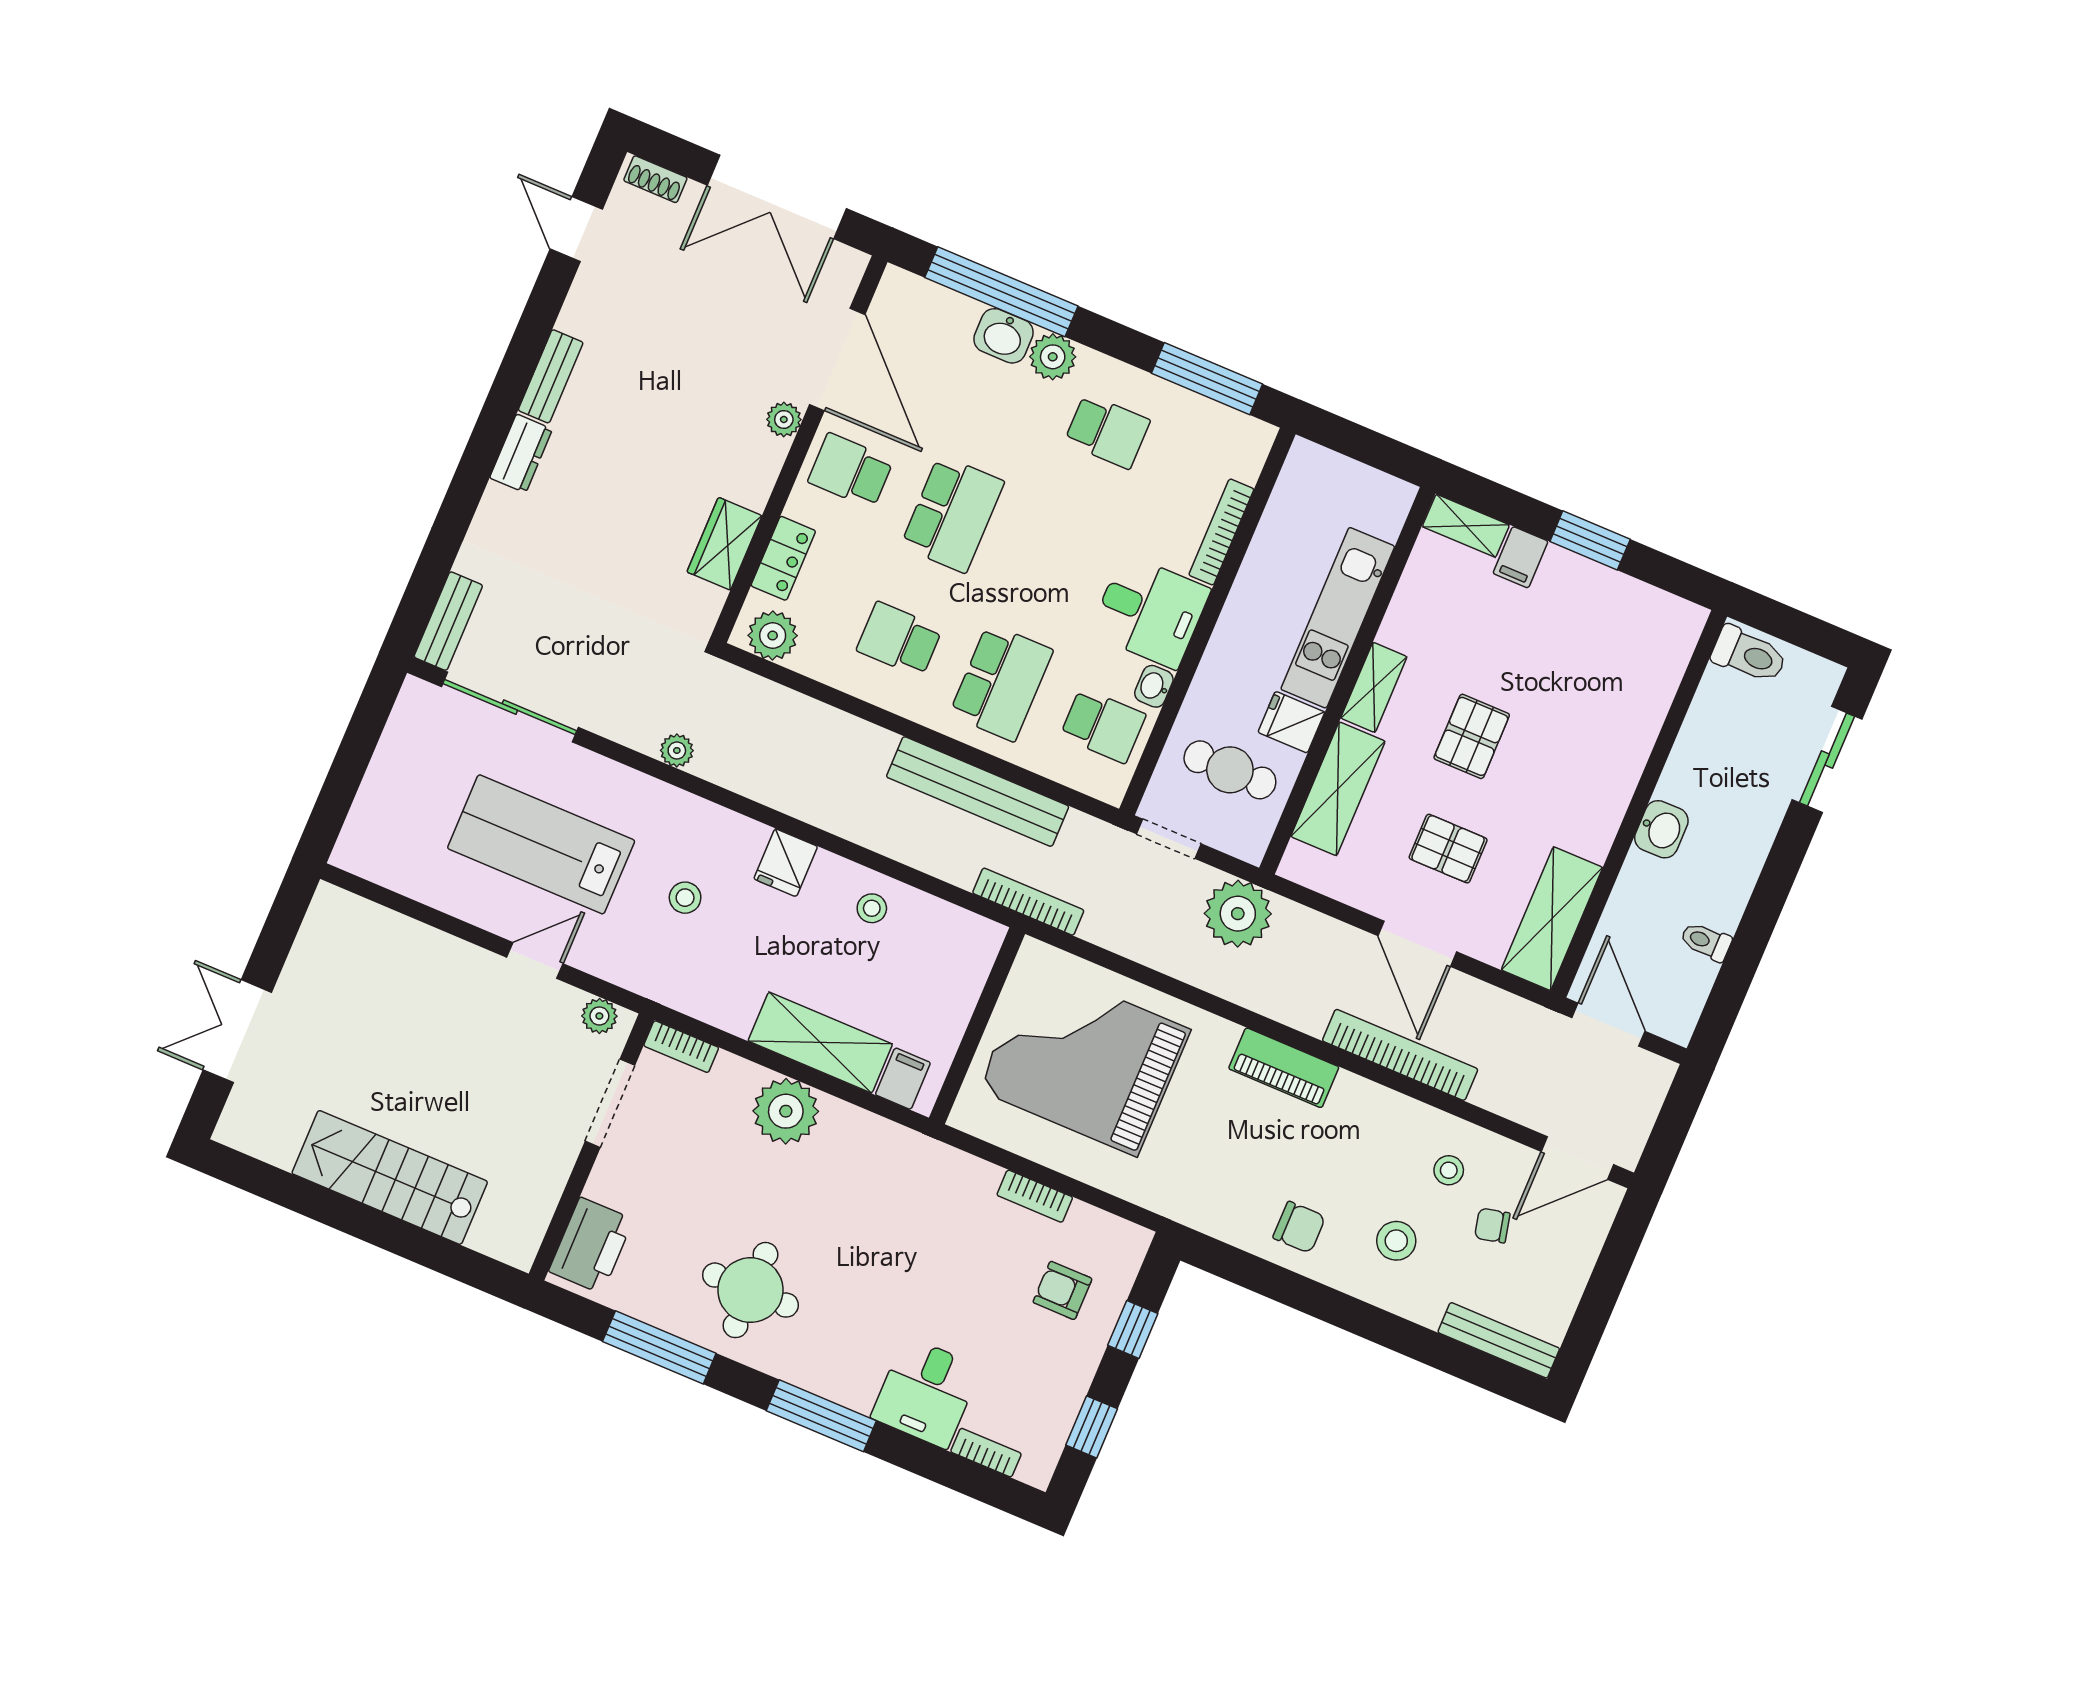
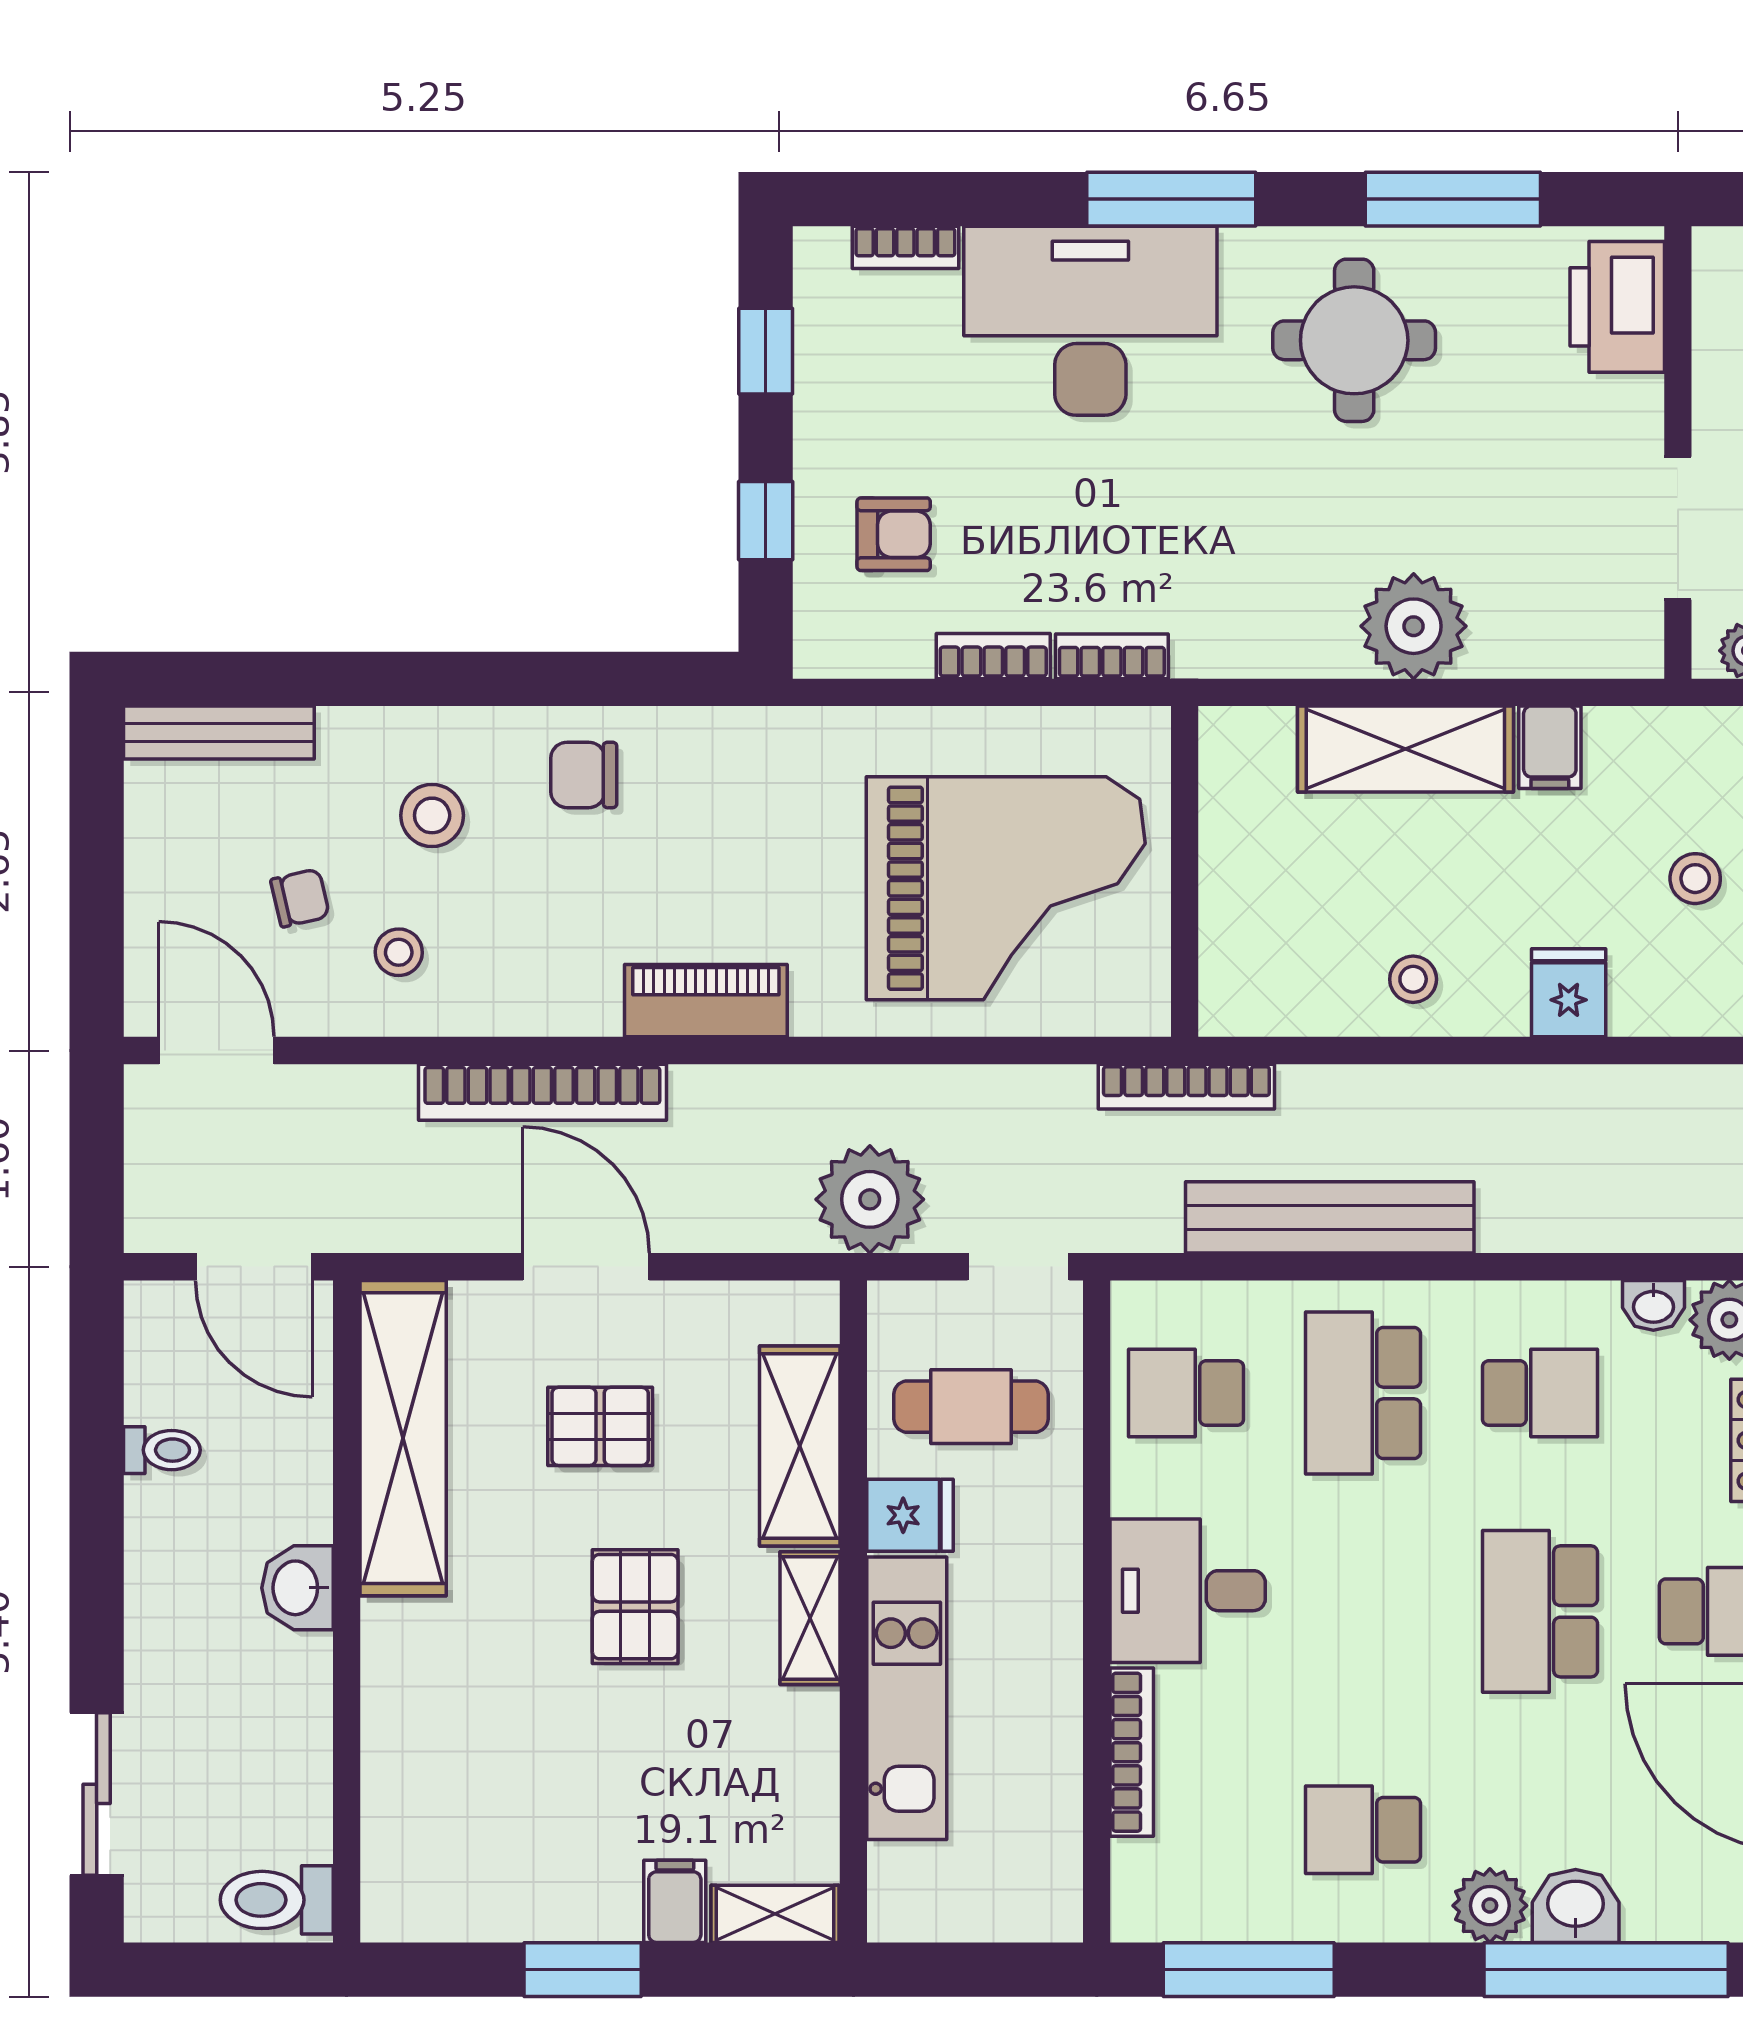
washbasin: (1154, 686) -> (1653, 1305), moved, turned 90
shelving: (1552, 919) -> (403, 1438), width x1.47
bookcase: (681, 1047) -> (1112, 656), moved
filing cabinet: (903, 1079) -> (1550, 747), moved
door: (1577, 1158) -> (216, 1051), hinge flipped
desk: (926, 1392) -> (1090, 321), width x1.87, depth x1.30

